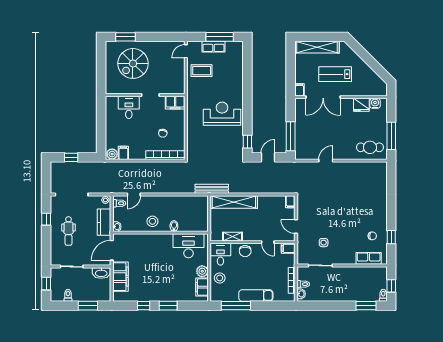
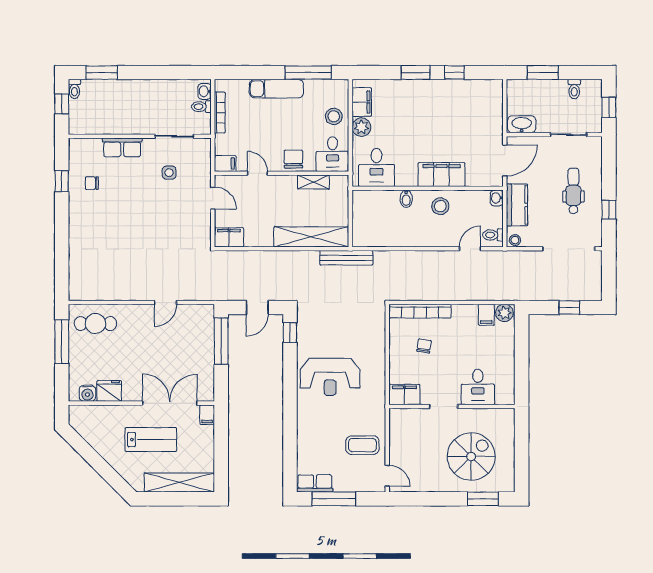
row of seats: (213, 47) -> (315, 483), moved
door: (186, 51) -> (387, 476), hinge flipped
filing cabinet: (290, 202) -> (229, 237), width x2.00
desk: (189, 246) -> (377, 167), width x0.73
row of seats: (369, 258) -> (122, 147), moved
filing cabinet: (120, 277) -> (442, 175), moved, turned 90

